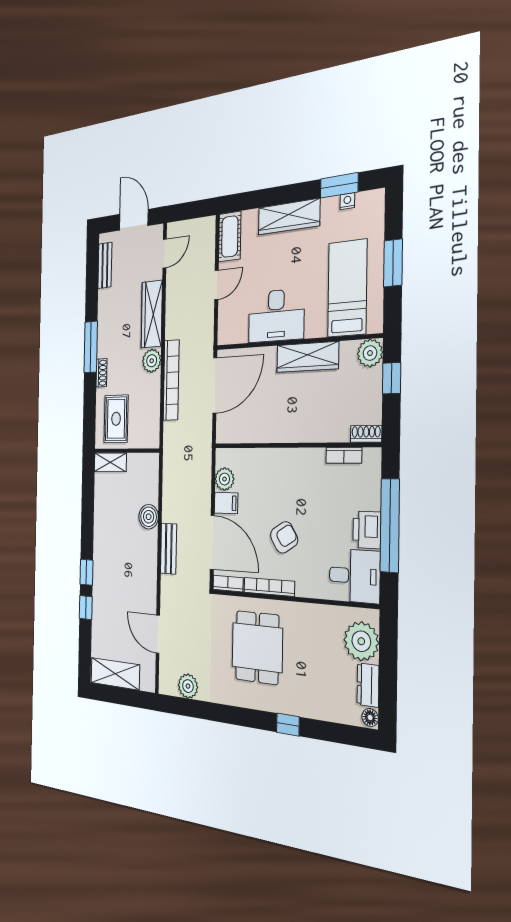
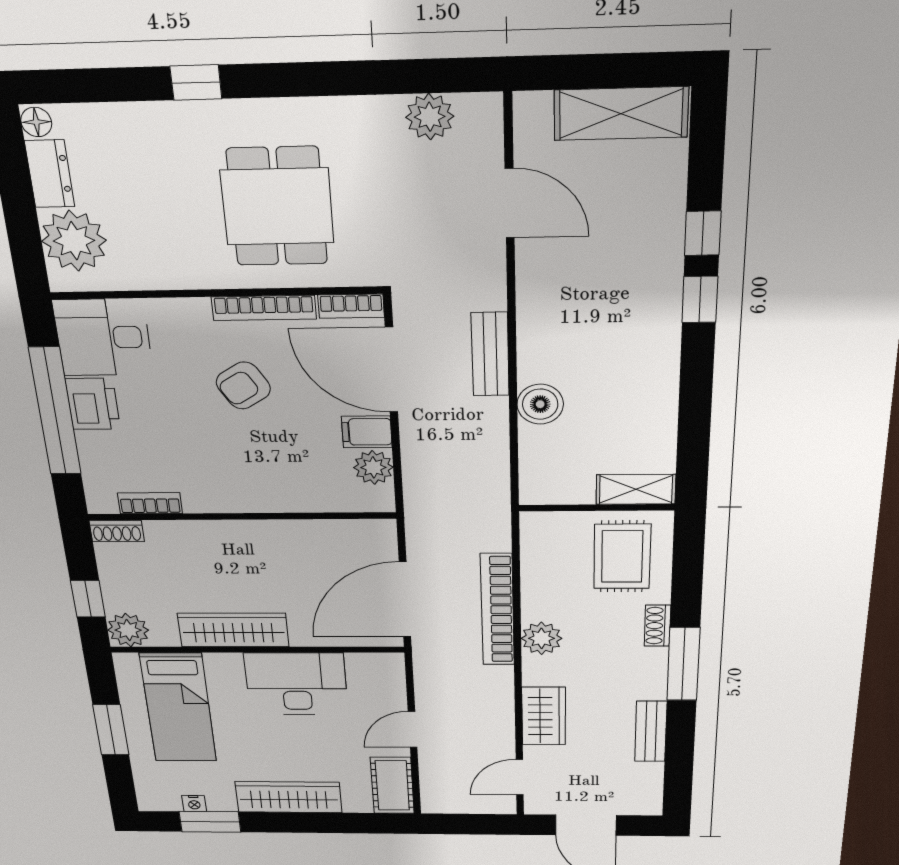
bench: (105, 265) -> (651, 731), moved
wardrobe: (152, 314) -> (544, 716), width x0.67

